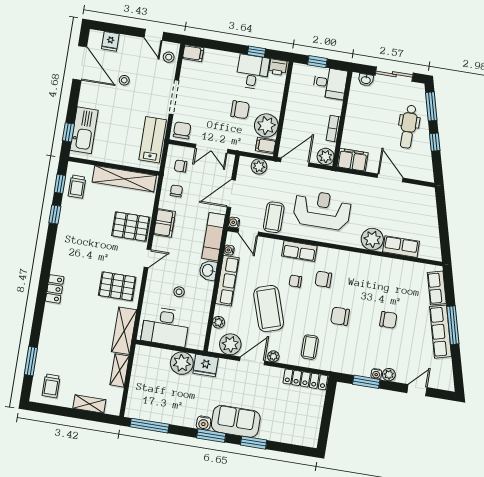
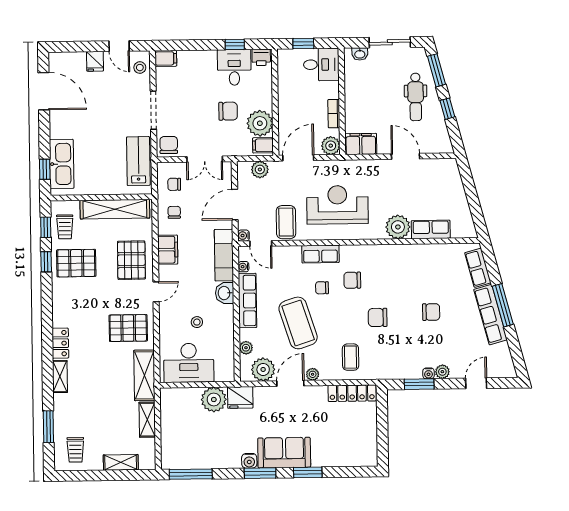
fridge: (110, 41) -> (95, 61), moved
stool: (124, 80) -> (96, 101), removed
pallet: (81, 220) -> (76, 263), added
pallet: (131, 227) -> (131, 260), turned 90
shelving: (49, 318) -> (60, 377), added

